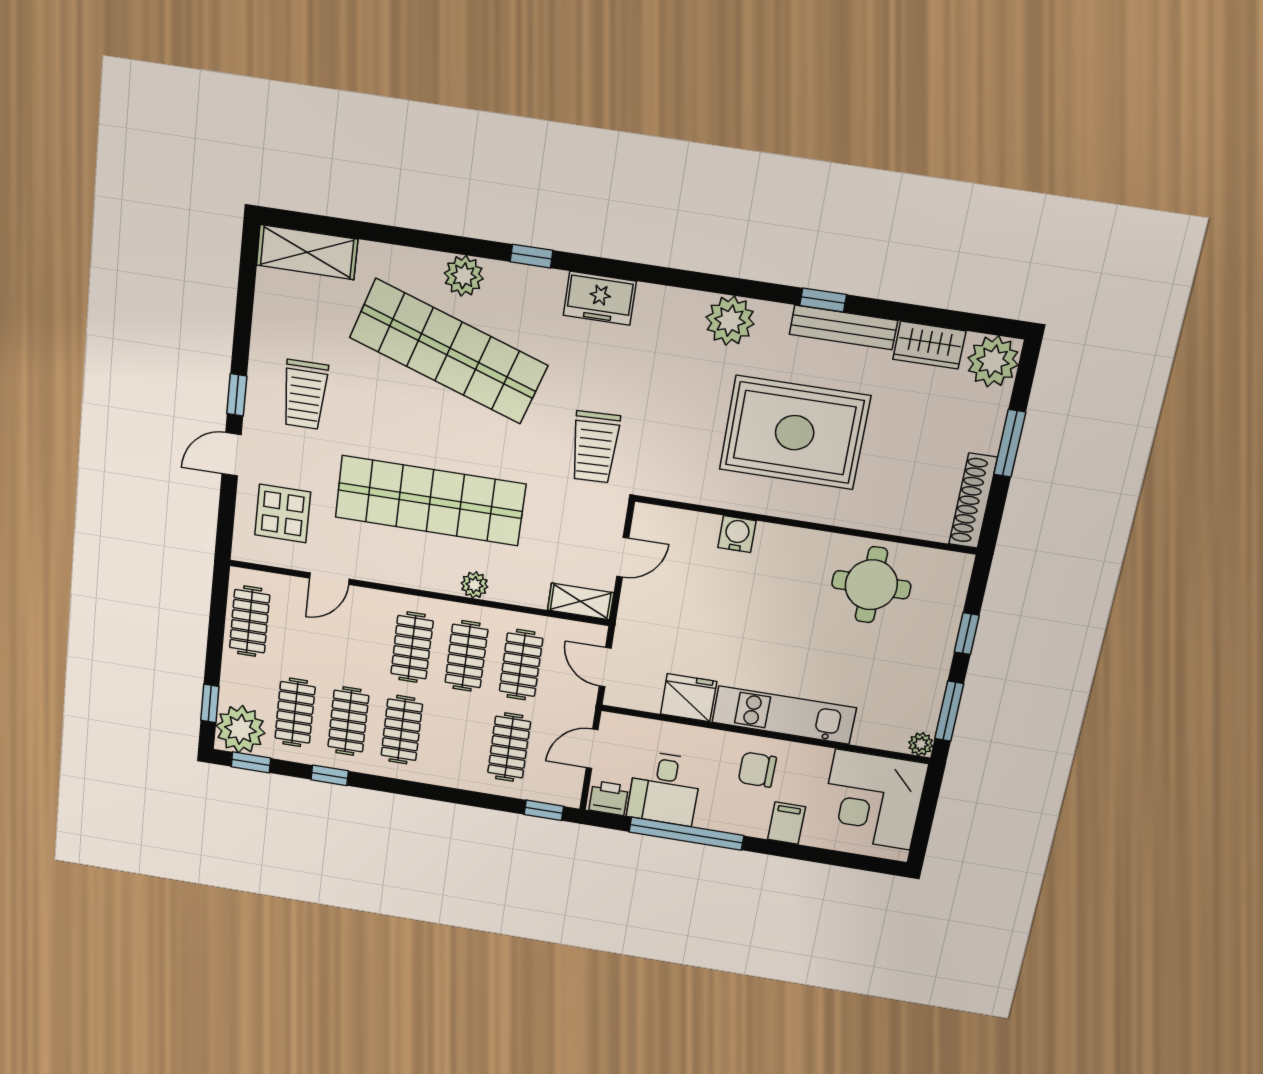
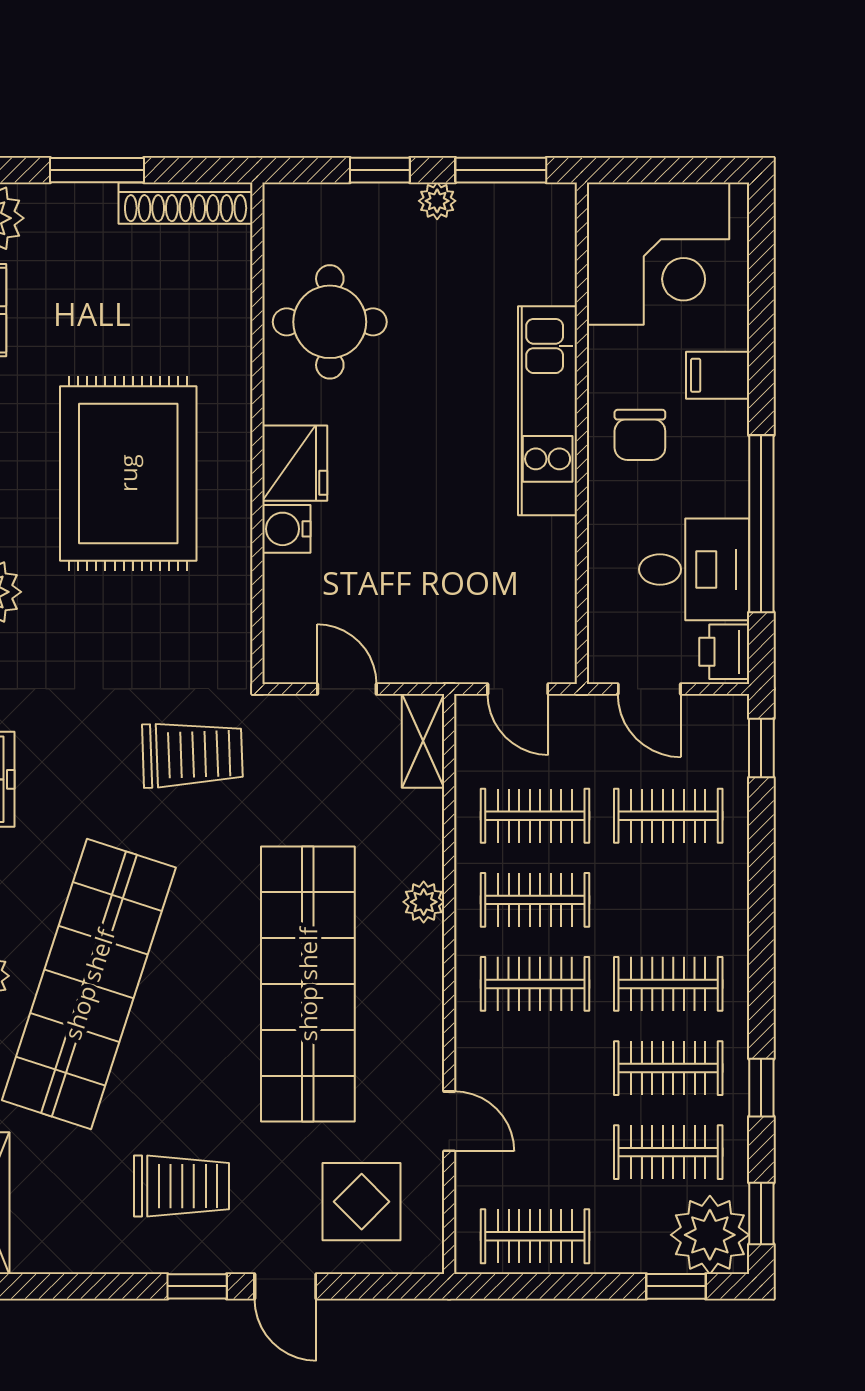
door: (605, 667) -> (518, 689), hinge flipped
fridge: (689, 698) -> (295, 463), moved, turned 180
plant: (921, 744) -> (437, 201), moved

